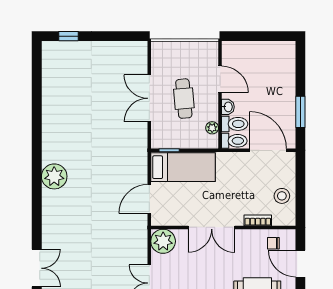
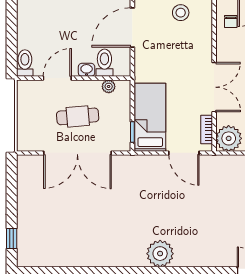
double door: (149, 98) -> (77, 153), width x1.36
toilet: (234, 141) -> (25, 63), moved
bookcase: (258, 220) -> (207, 129), moved

